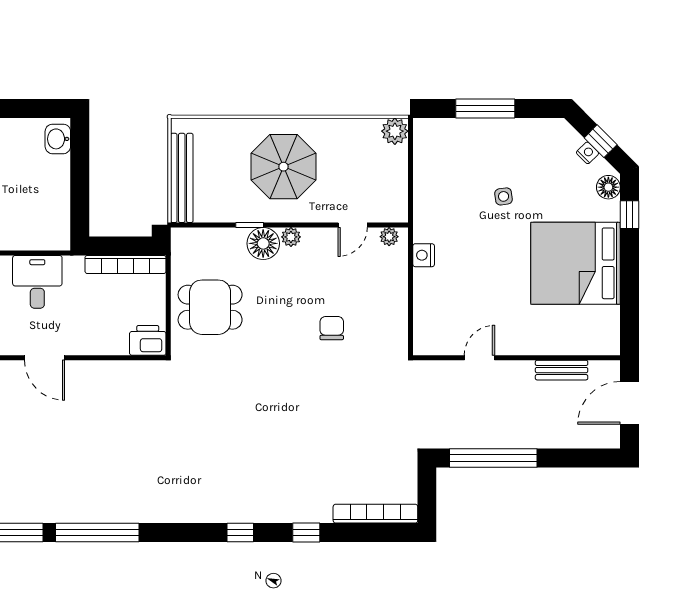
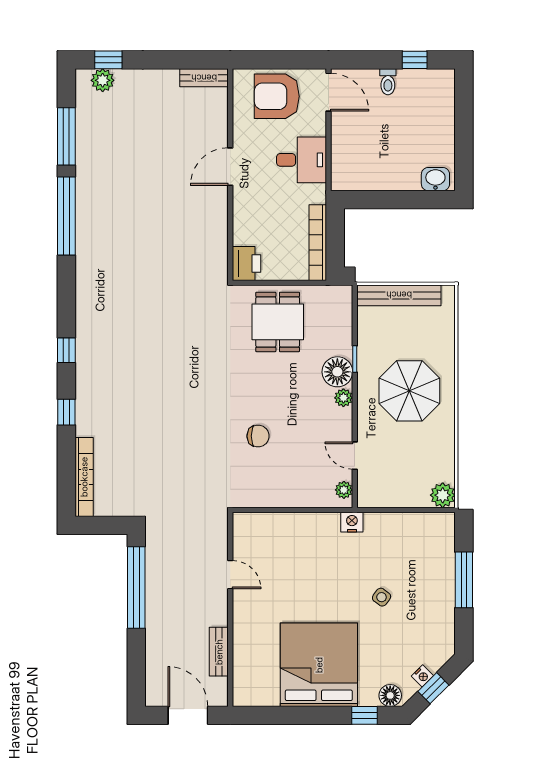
side table: (504, 196) -> (382, 597), turned 45
nightstand: (424, 255) -> (352, 522), moved

